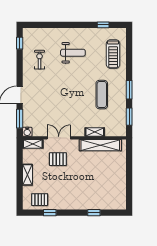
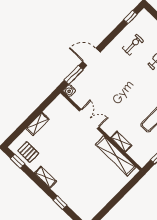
shelving: (33, 144) -> (45, 177), moved
pallet: (58, 159) -> (73, 135), removed
window: (50, 213) -> (18, 161), moved

